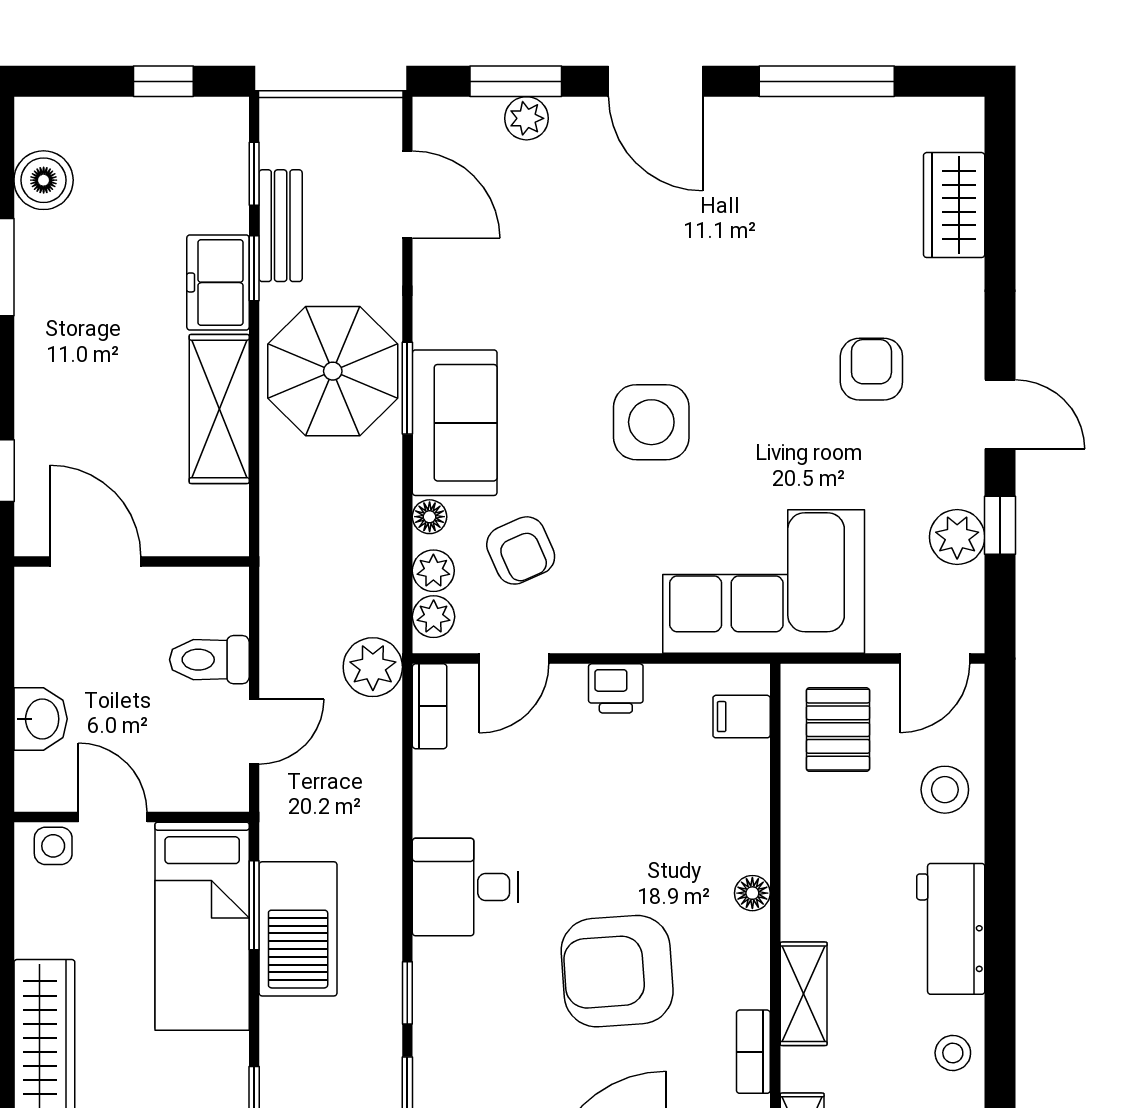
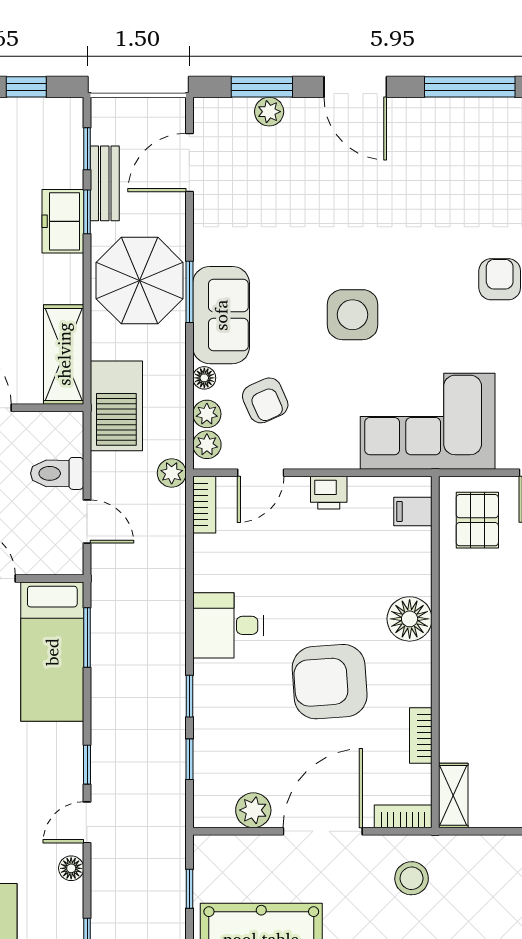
door: (407, 194) -> (189, 162), swing flipped
shelving: (219, 409) -> (64, 354), moved
plant: (373, 667) -> (172, 473), width x0.73, depth x0.73
door: (254, 732) -> (87, 522), hinge flipped
floor lamp: (752, 893) -> (410, 619), width x1.89, depth x1.89
barbecue: (298, 929) -> (116, 406), moved
shelving: (804, 994) -> (454, 697), removed

